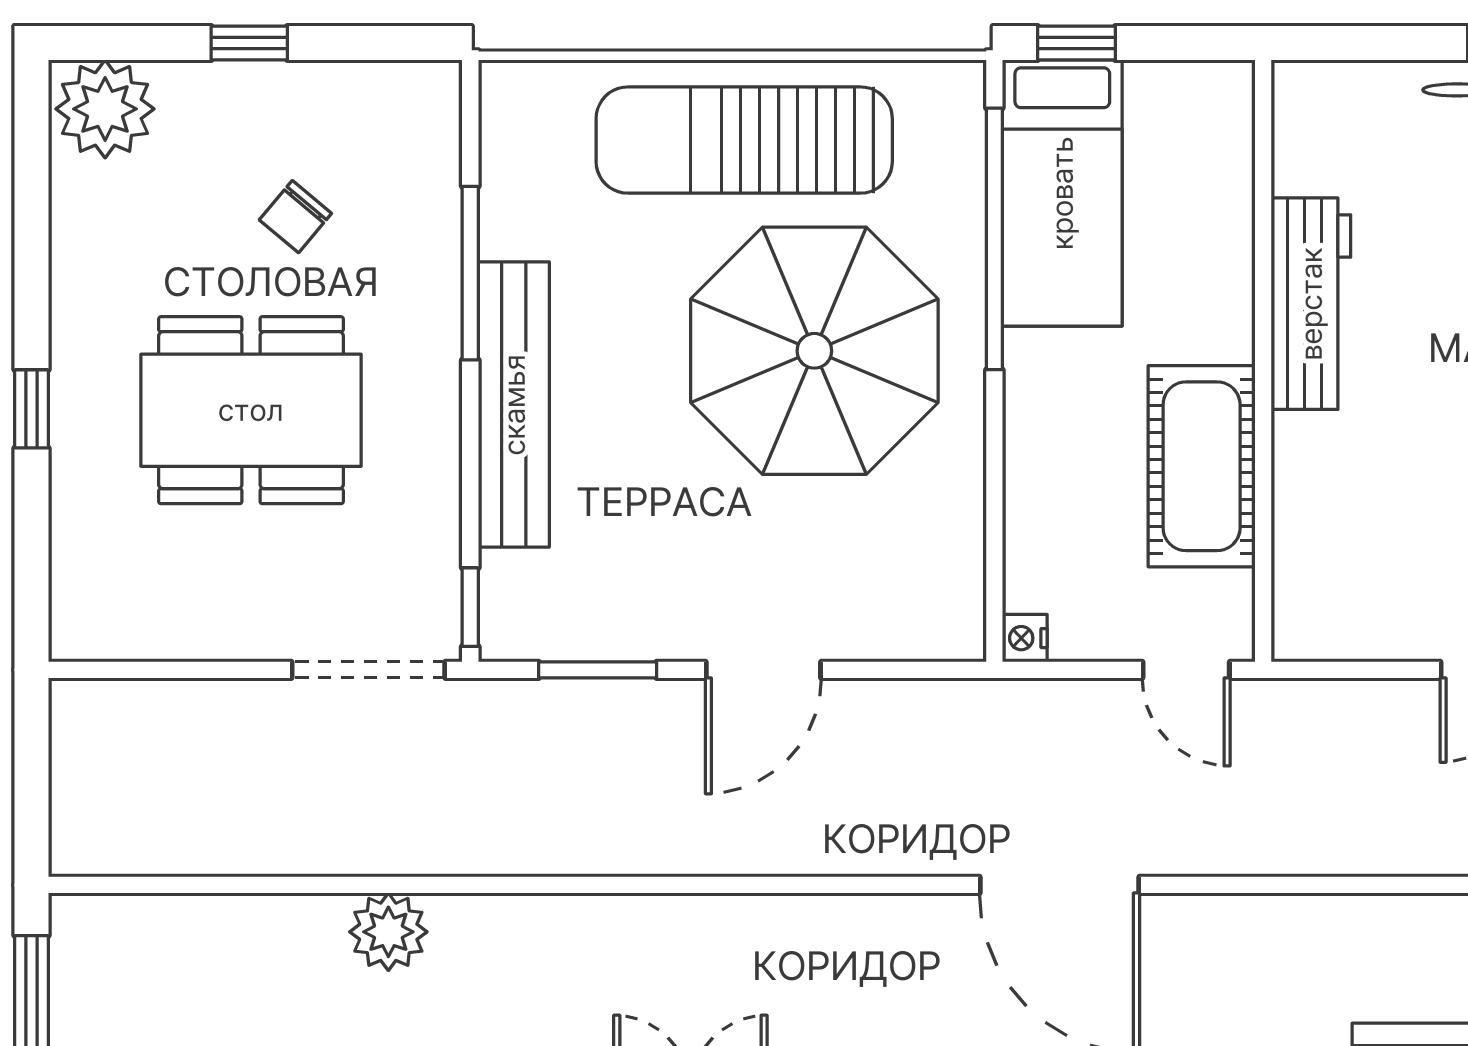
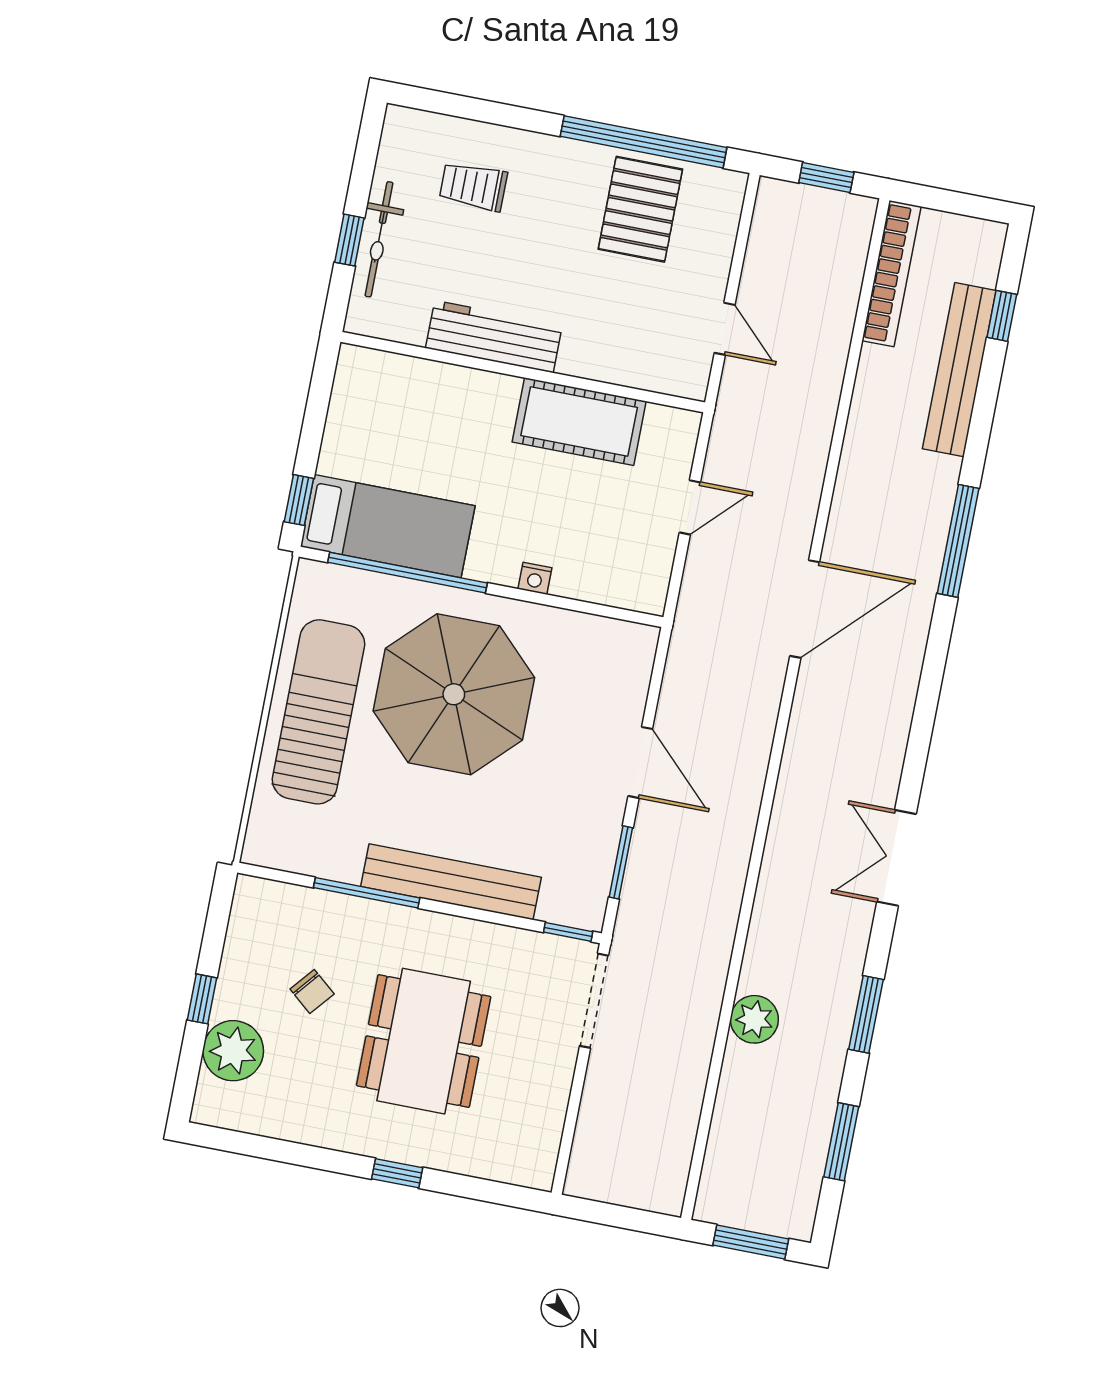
plant: (105, 109) -> (233, 1051), moved
sun lounger: (744, 140) -> (318, 712), turned 180
workbench: (1311, 304) -> (494, 337), moved
wall: (1263, 361) -> (523, 372), moved
cot: (1202, 466) -> (579, 422), moved
nightstand: (1025, 638) -> (535, 578), moved

